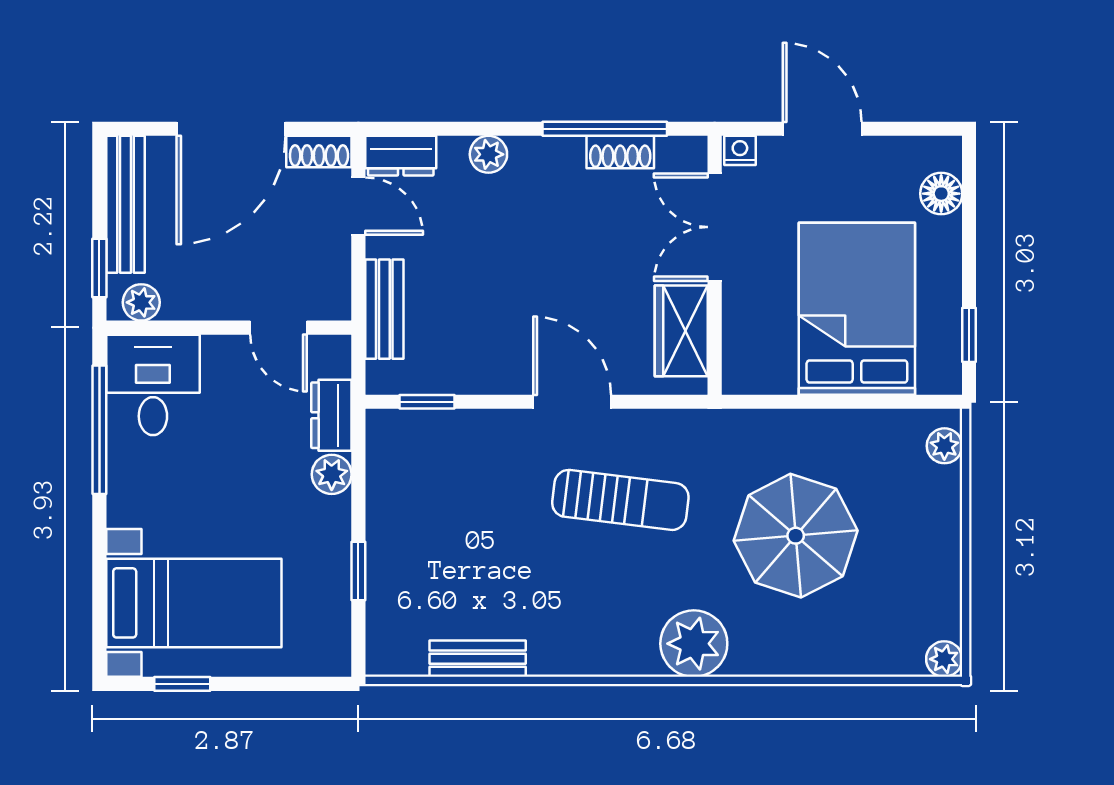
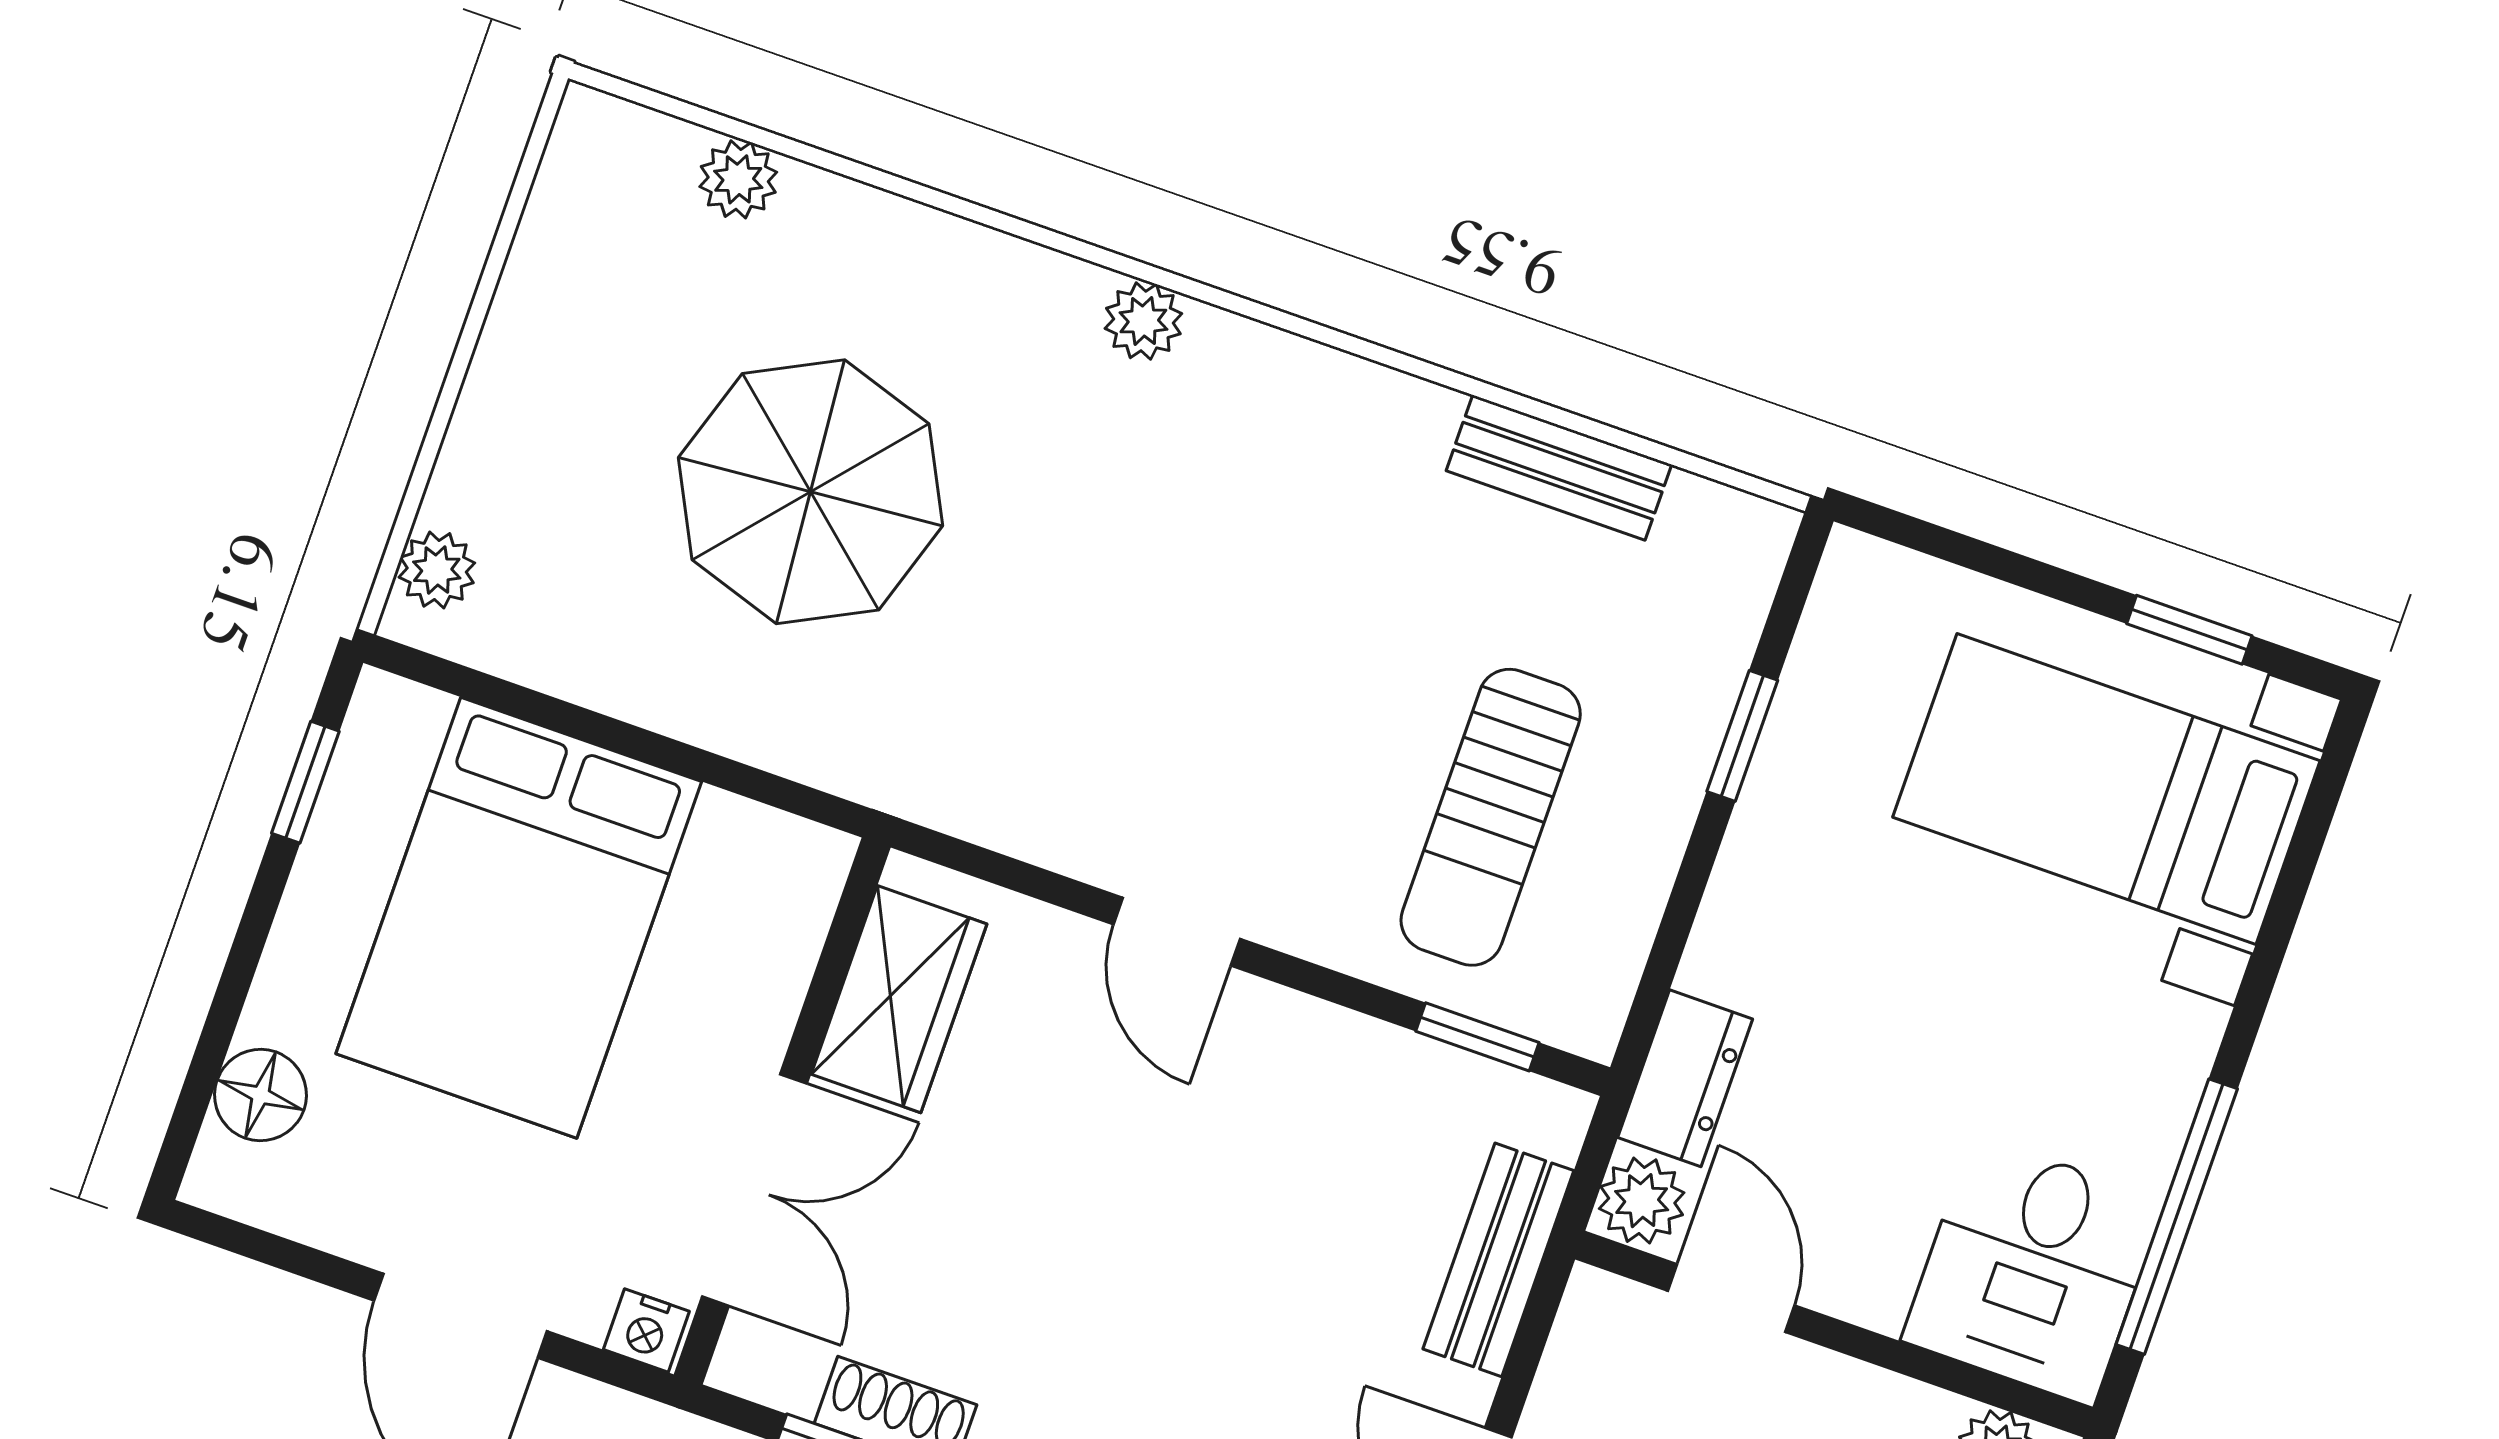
door: (572, 402) -> (1177, 932), width x0.73
plant: (332, 474) -> (1642, 1201), moved
sun lounger: (620, 500) -> (1491, 817), moved, turned -97
plant: (694, 644) -> (1143, 321), width x0.53, depth x0.53
plant: (944, 659) -> (738, 179), moved

